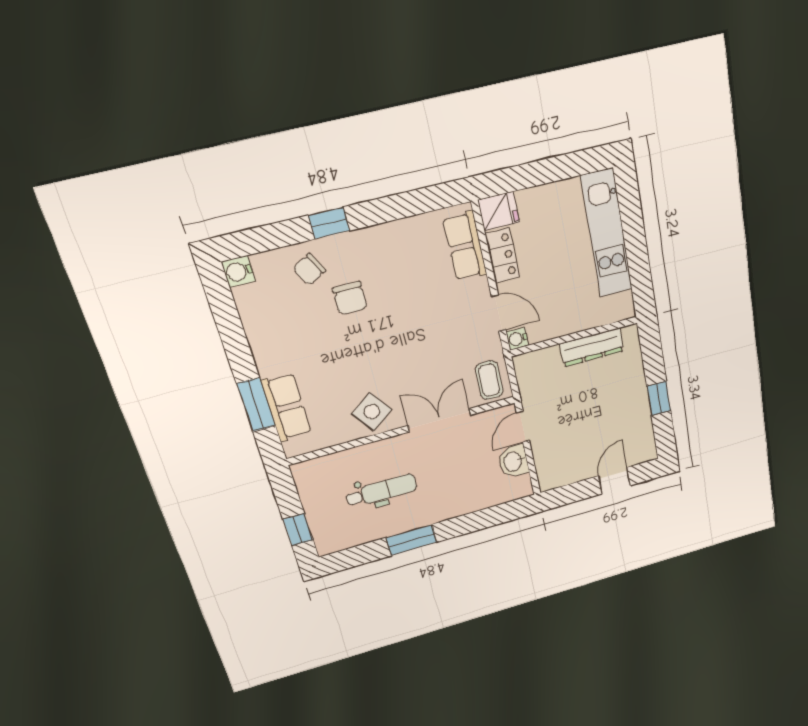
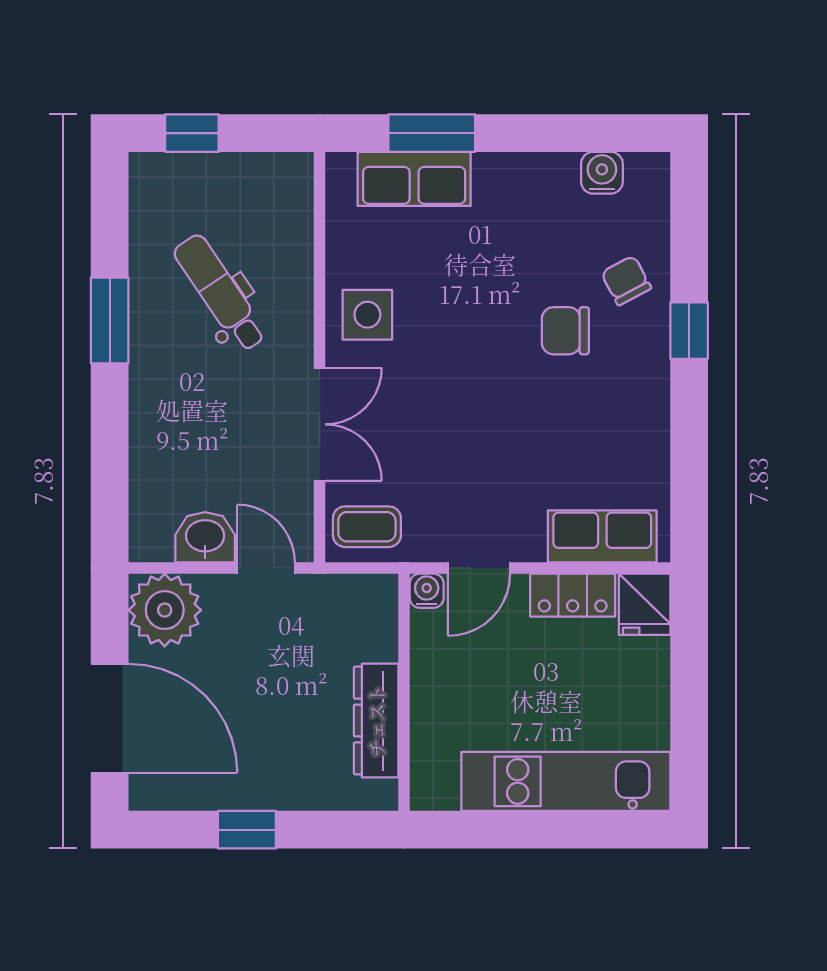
water cooler: (238, 271) -> (602, 173), moved
side table: (372, 412) -> (367, 315), turned 36
plant: (555, 470) -> (165, 610), added
door: (614, 481) -> (110, 718), width x1.88
dental chair: (382, 491) -> (220, 293), turned 146

